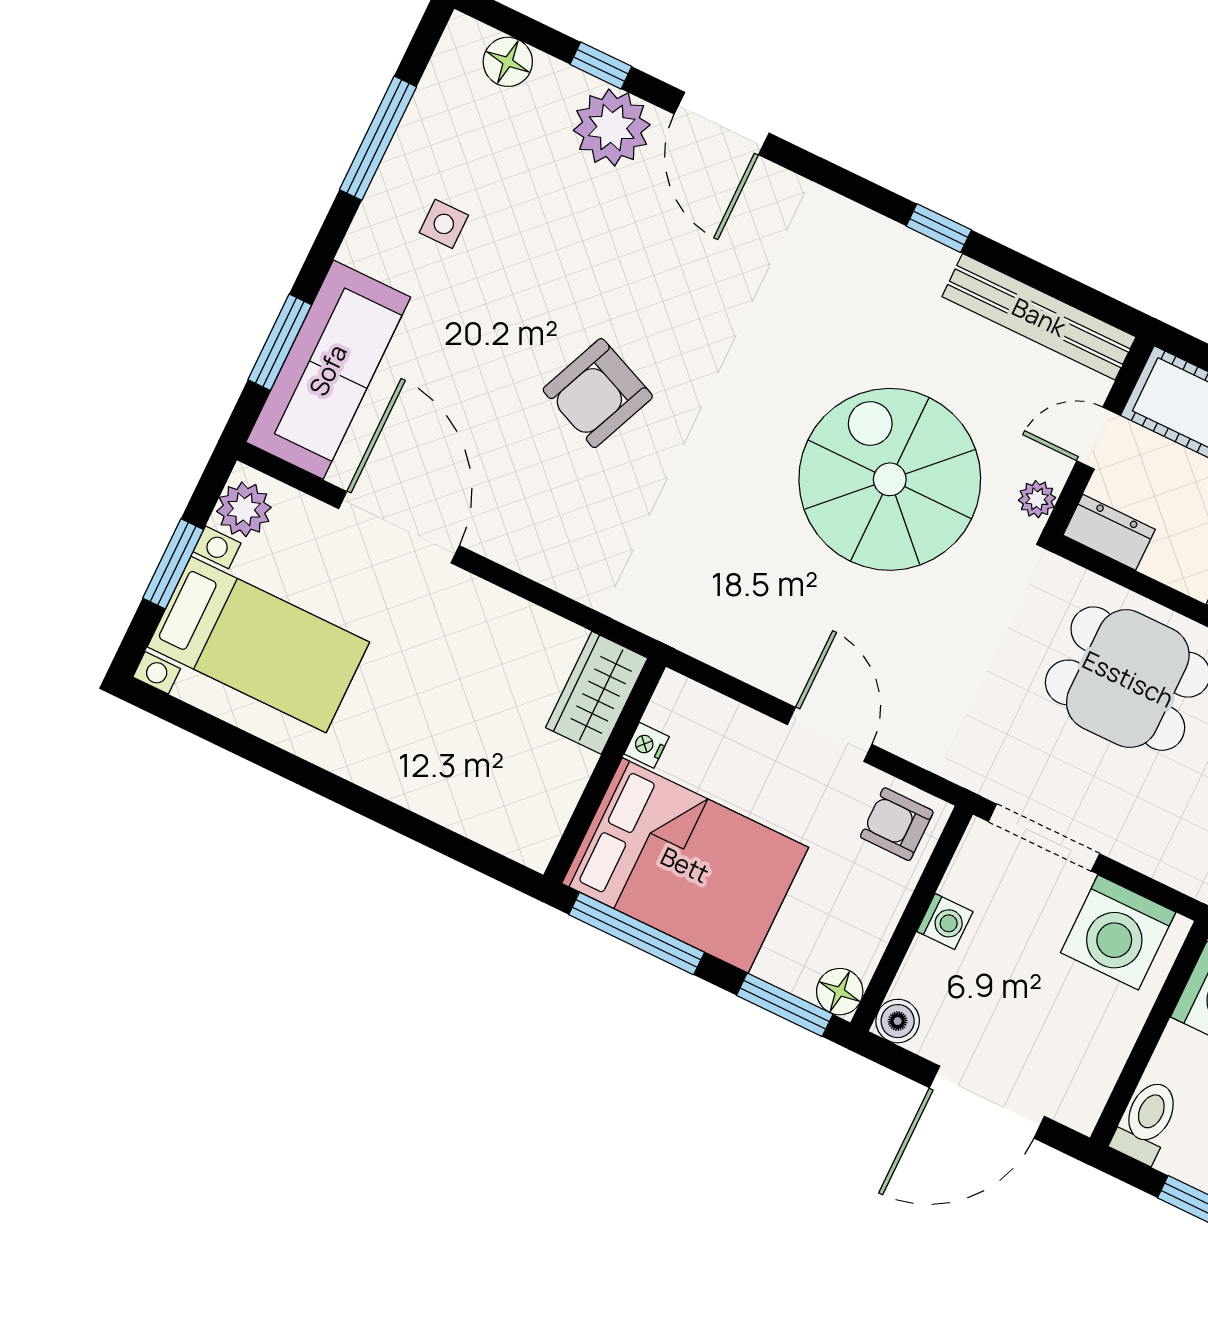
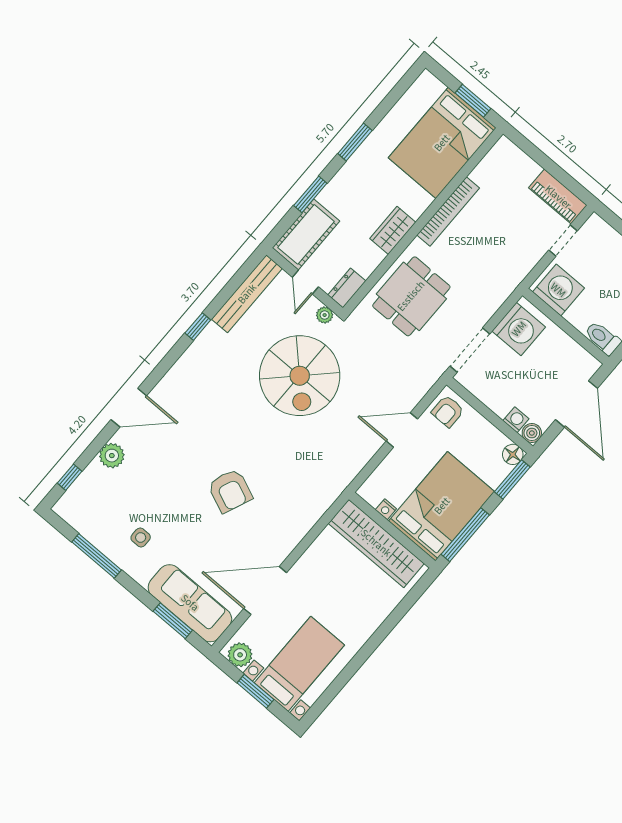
floor lamp: (508, 62) -> (79, 492), removed
window: (601, 65) -> (70, 477), moved
plant: (612, 128) -> (112, 456), width x0.73, depth x0.73
spiral stairs: (890, 479) -> (300, 376), turned -90
wardrobe: (597, 693) -> (376, 543), width x2.10, depth x1.17
washing machine: (945, 922) -> (516, 420), moved

